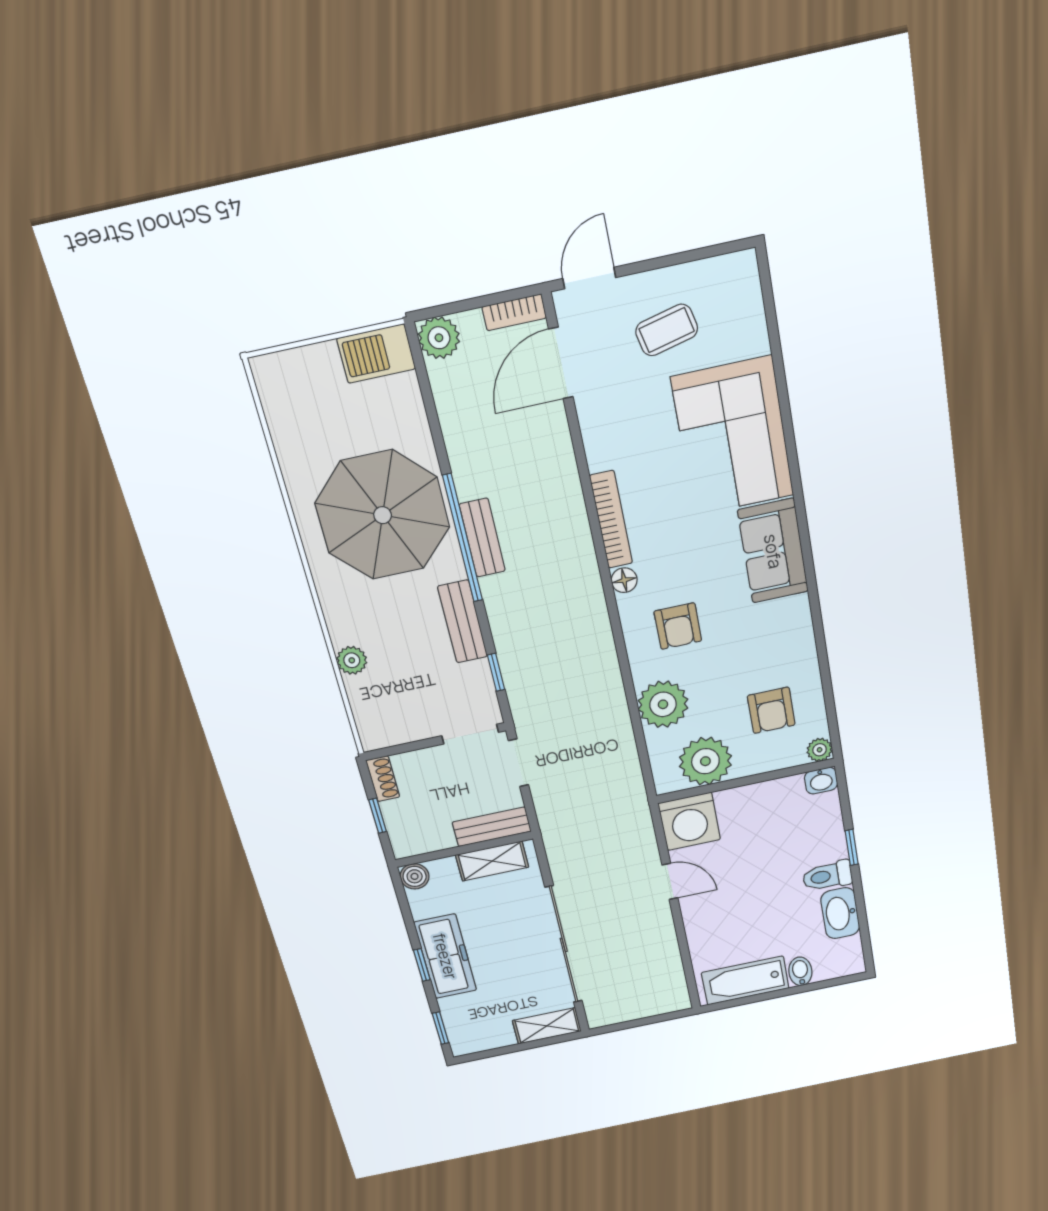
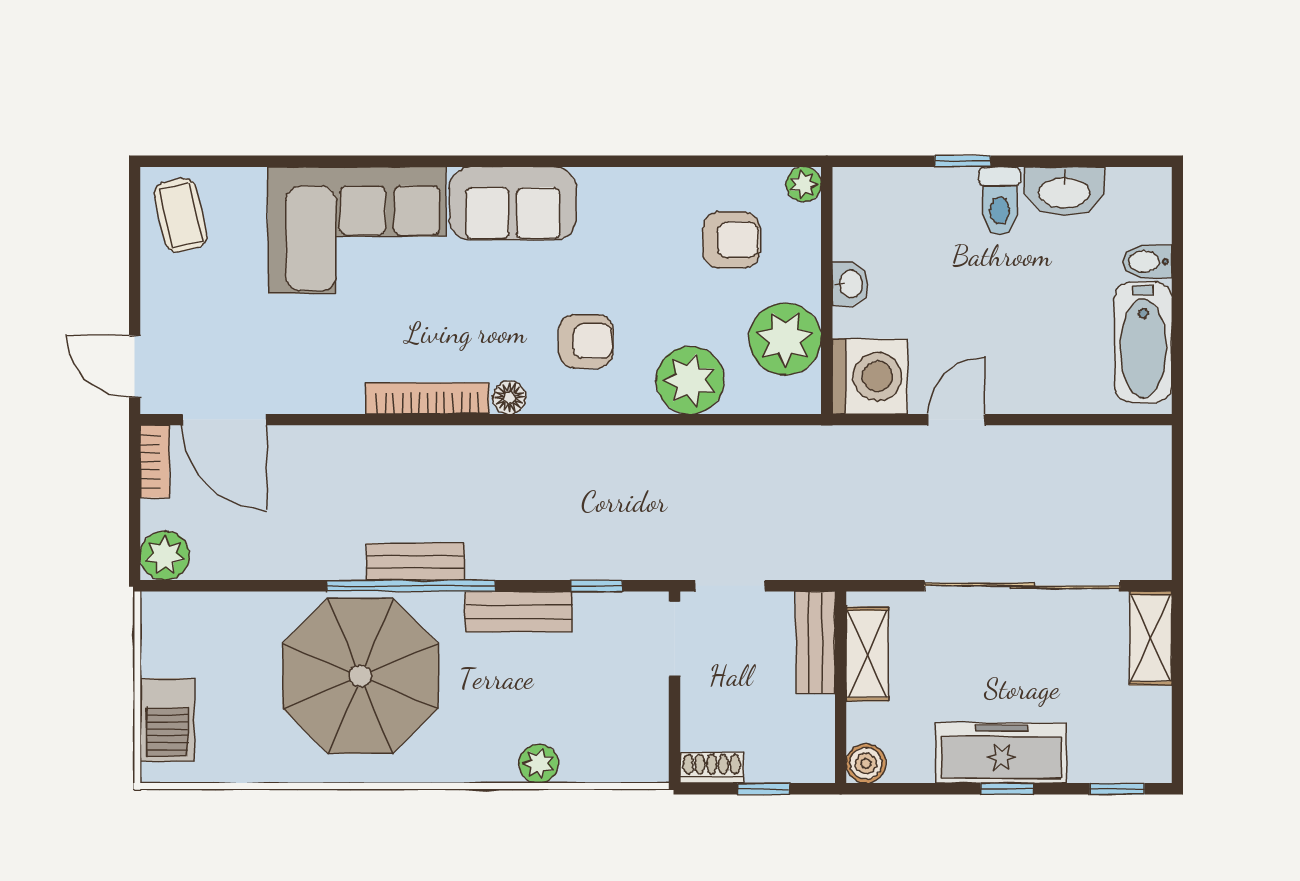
coffee table: (667, 330) -> (181, 215), moved
barbecue: (376, 354) -> (167, 720), moved
washbasin: (821, 781) -> (850, 284), moved

